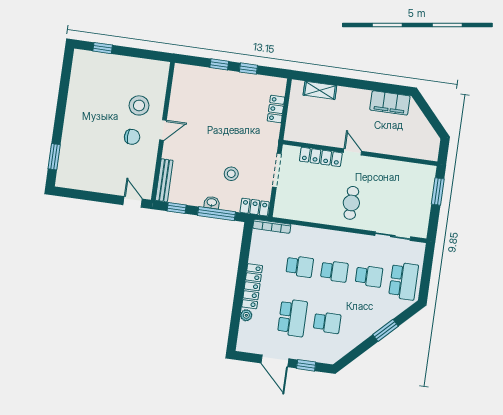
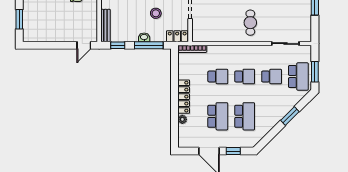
door: (133, 202) -> (84, 45), swing flipped
window: (426, 278) -> (315, 72), added
school desk: (327, 323) -> (245, 116), width x1.85

